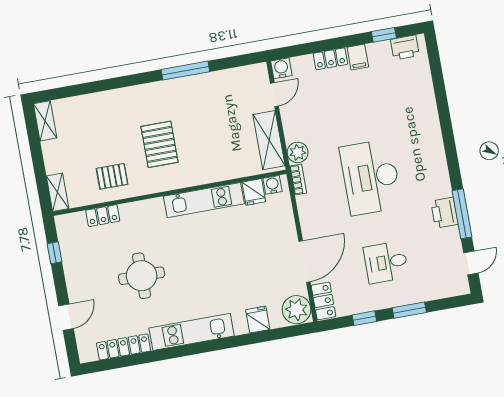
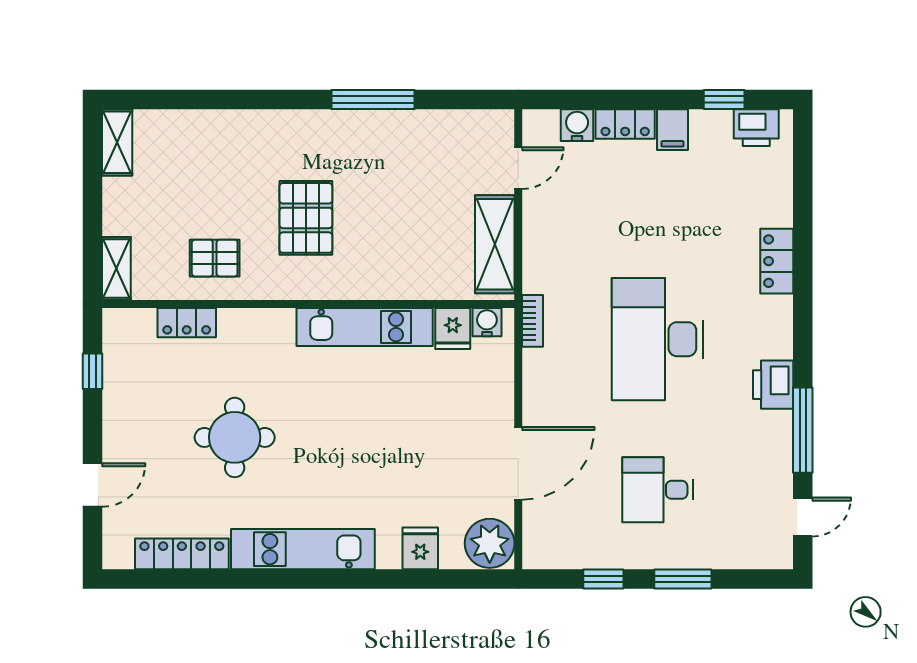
water cooler: (281, 68) -> (577, 125), moved
plant: (298, 152) -> (540, 274), removed
printer: (445, 213) -> (773, 385), moved
locker: (323, 301) -> (777, 261), moved, turned 180

